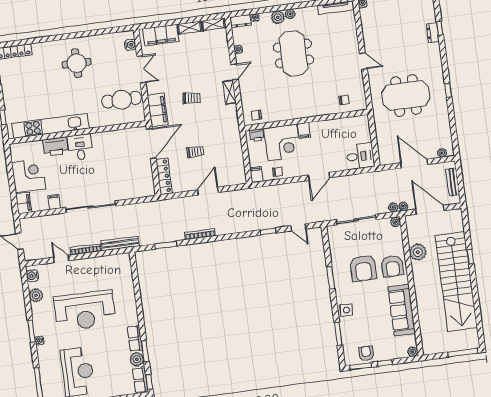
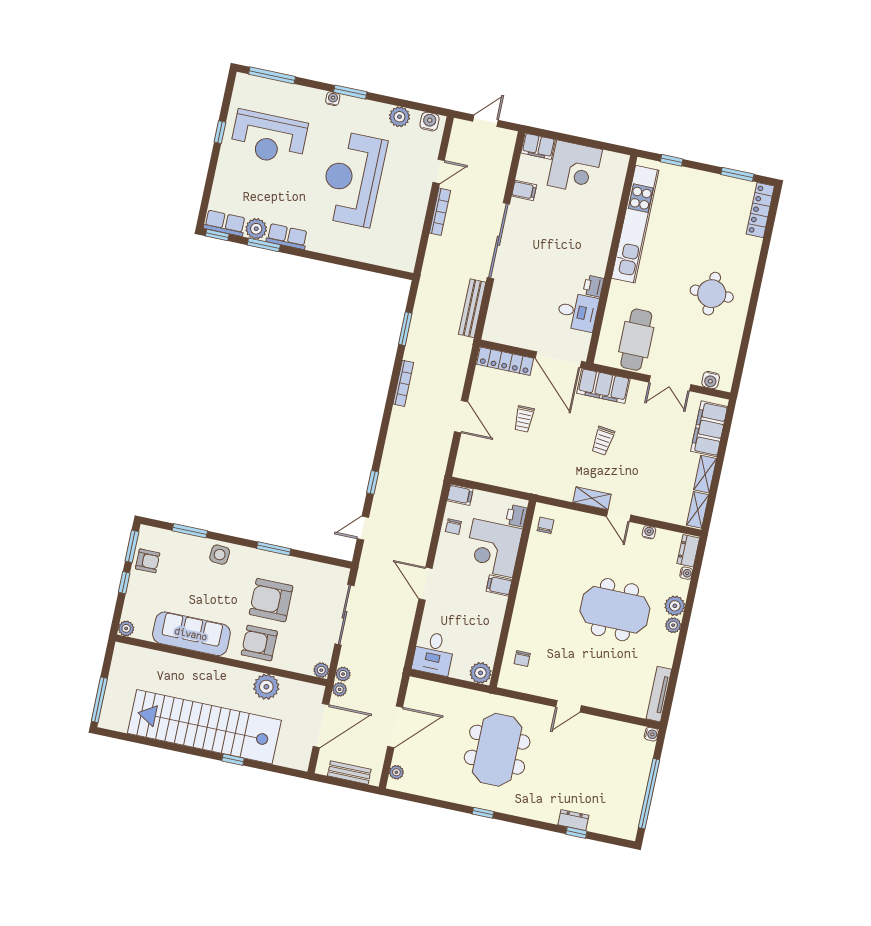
plant: (362, 123) -> (481, 673), added
printer: (56, 147) -> (593, 286), moved, width x0.53, depth x0.68
desk: (80, 147) -> (578, 312), moved
bench: (120, 243) -> (472, 308), moved

